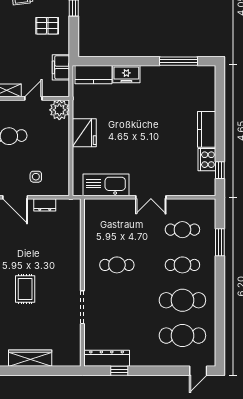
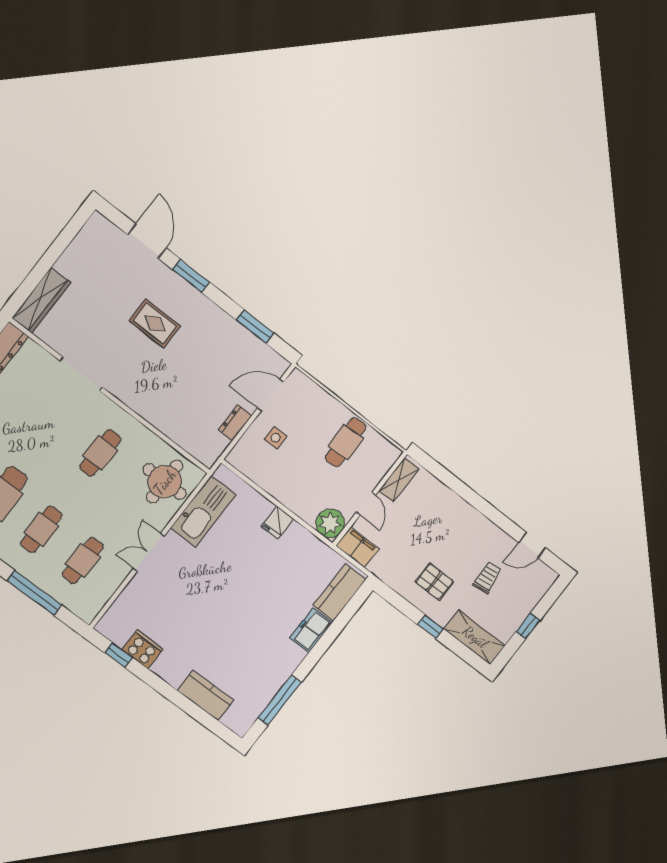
pallet: (47, 26) -> (434, 582), turned 90
filing cabinet: (61, 67) -> (358, 547), moved
kitchen counter: (207, 129) -> (206, 696), moved
fridge: (84, 133) -> (277, 523), width x0.53, depth x0.75
round table: (106, 218) -> (165, 482), added
window: (220, 242) -> (34, 593), width x1.44
wardrobe: (30, 358) -> (41, 300), moved

